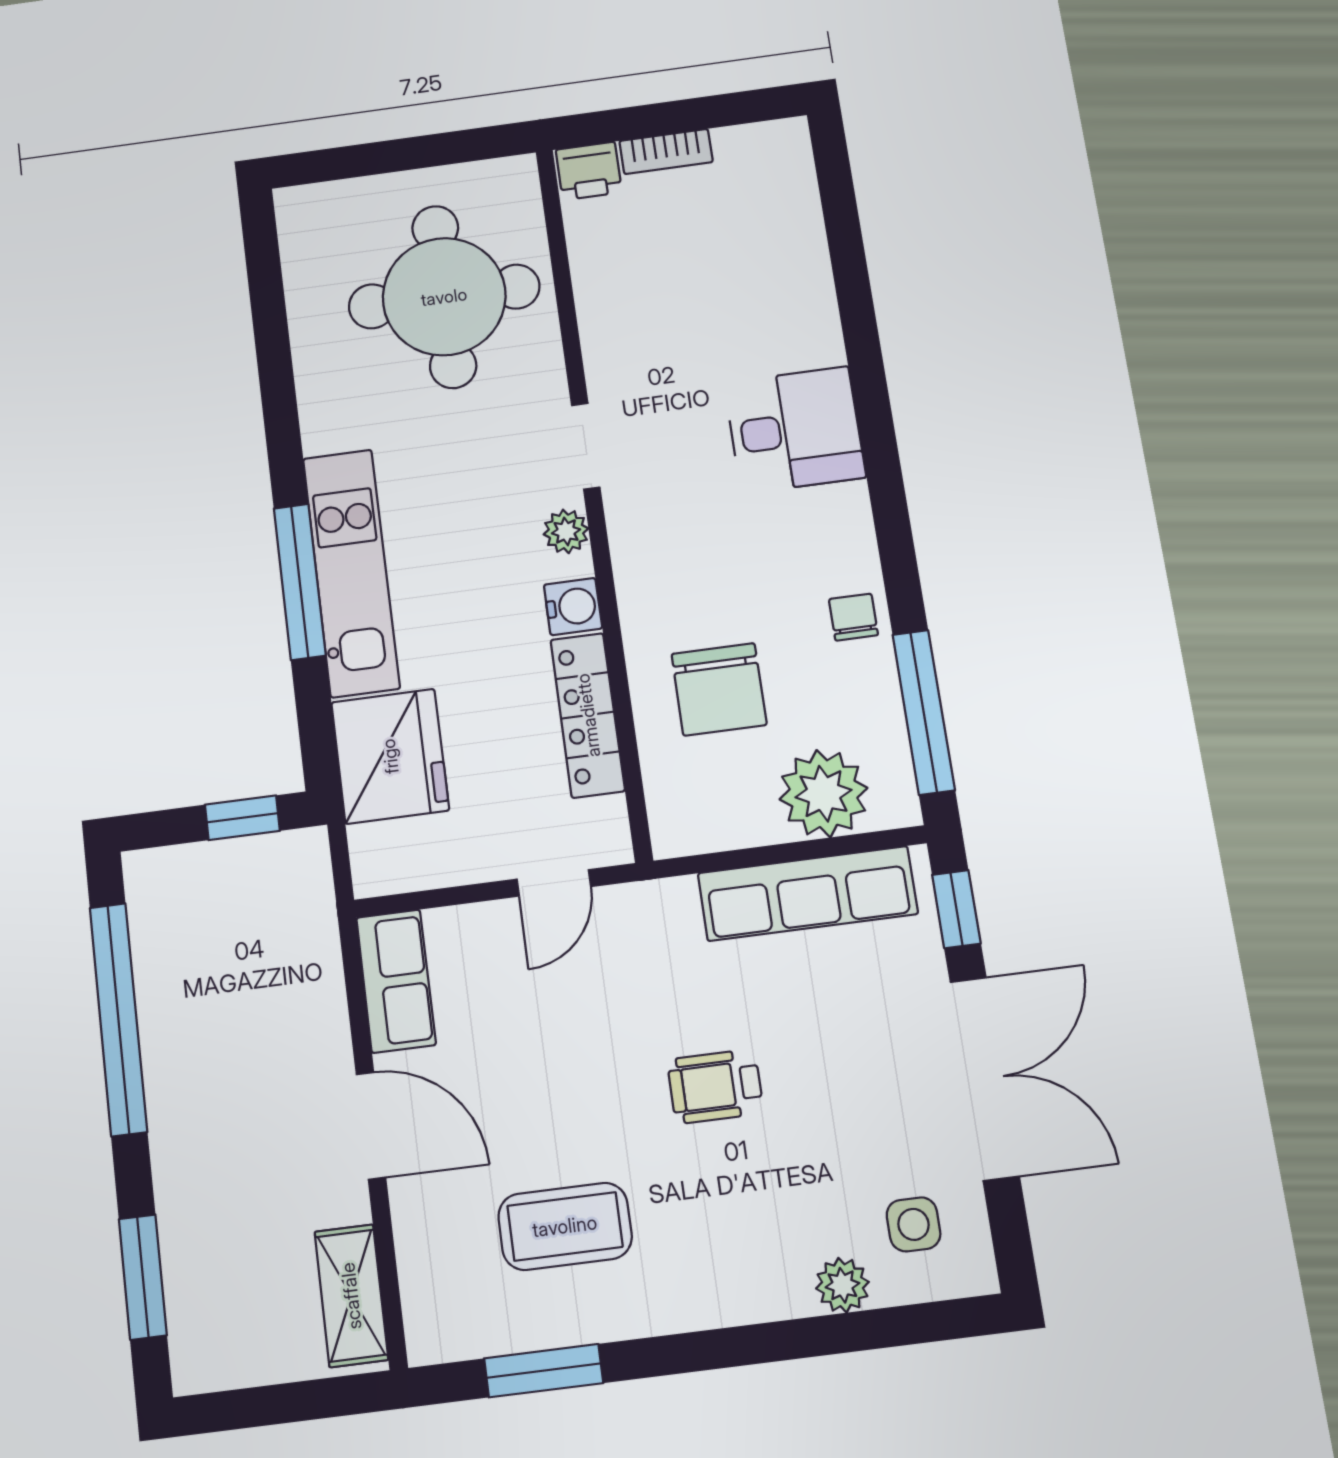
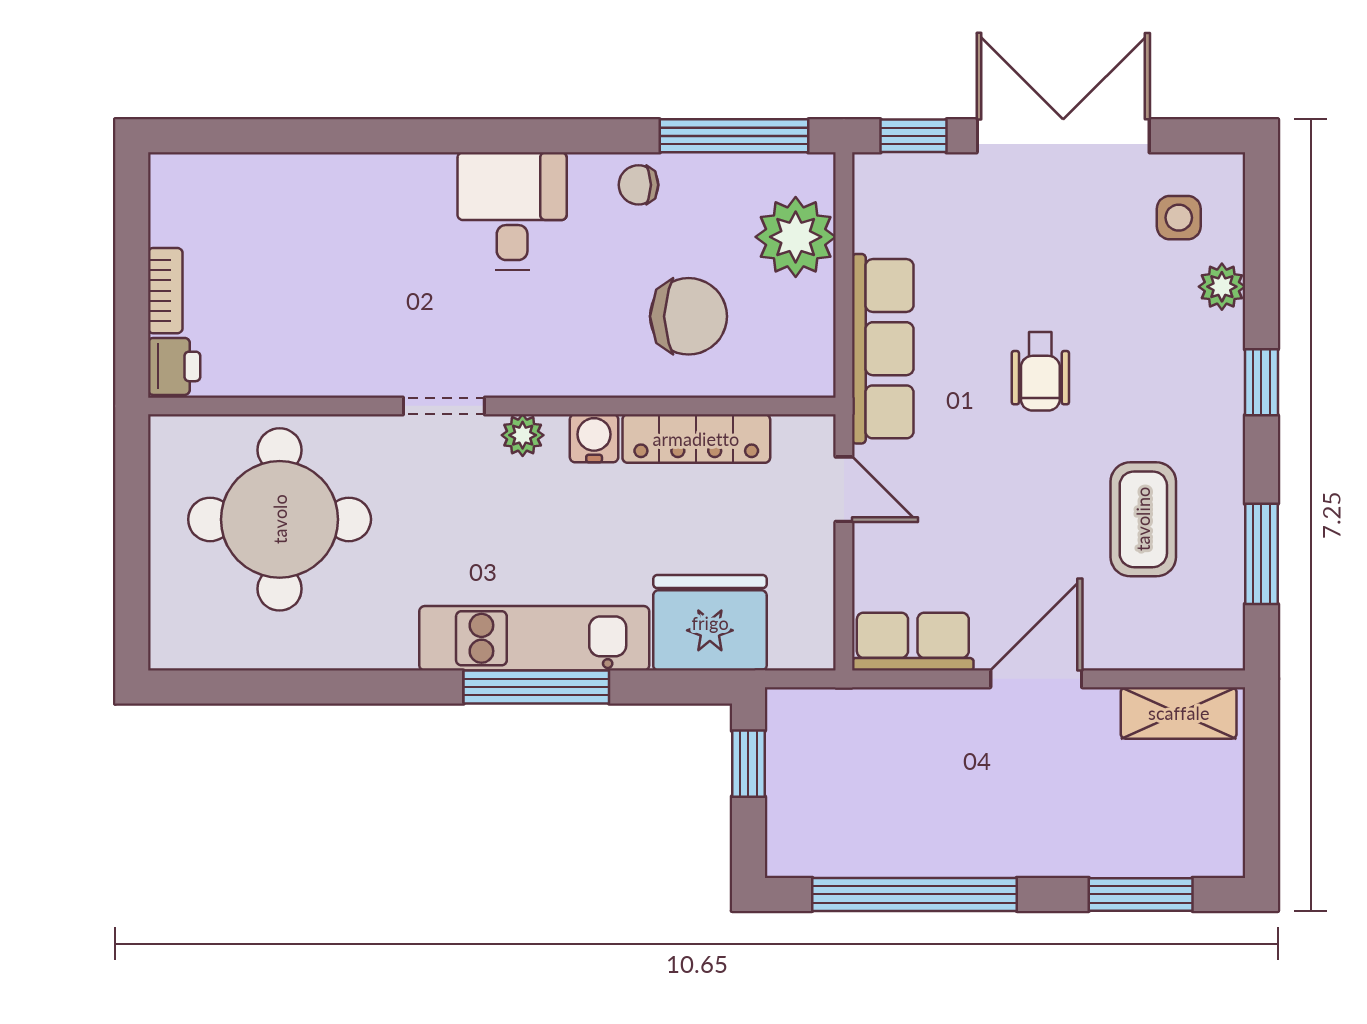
desk: (795, 430) -> (512, 211), moved
row of seats: (808, 893) -> (883, 349), moved
window: (740, 1346) -> (1261, 382), added

